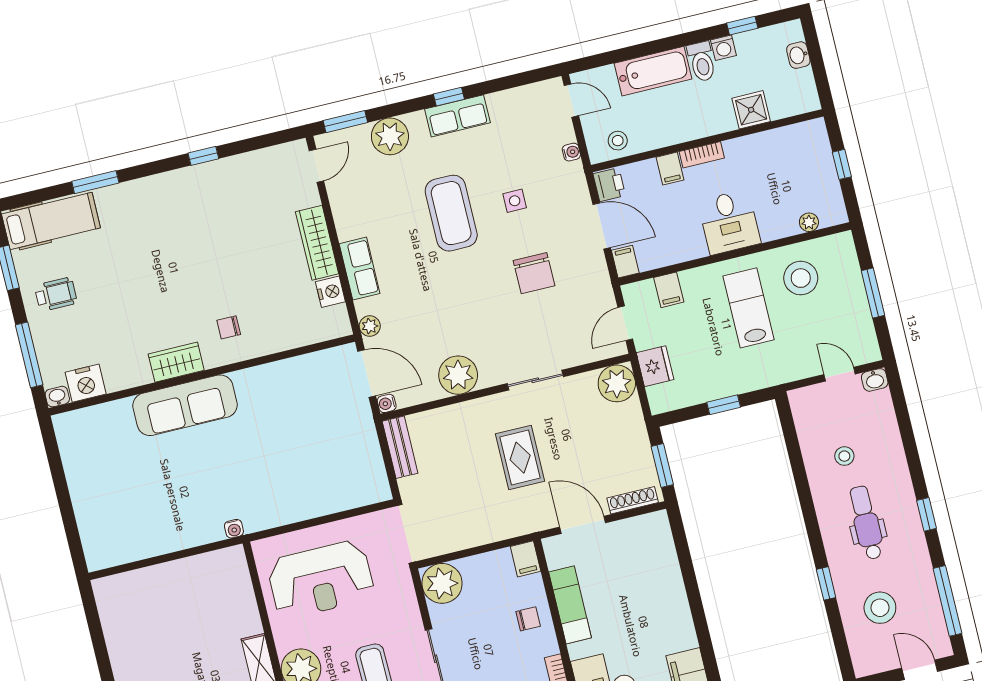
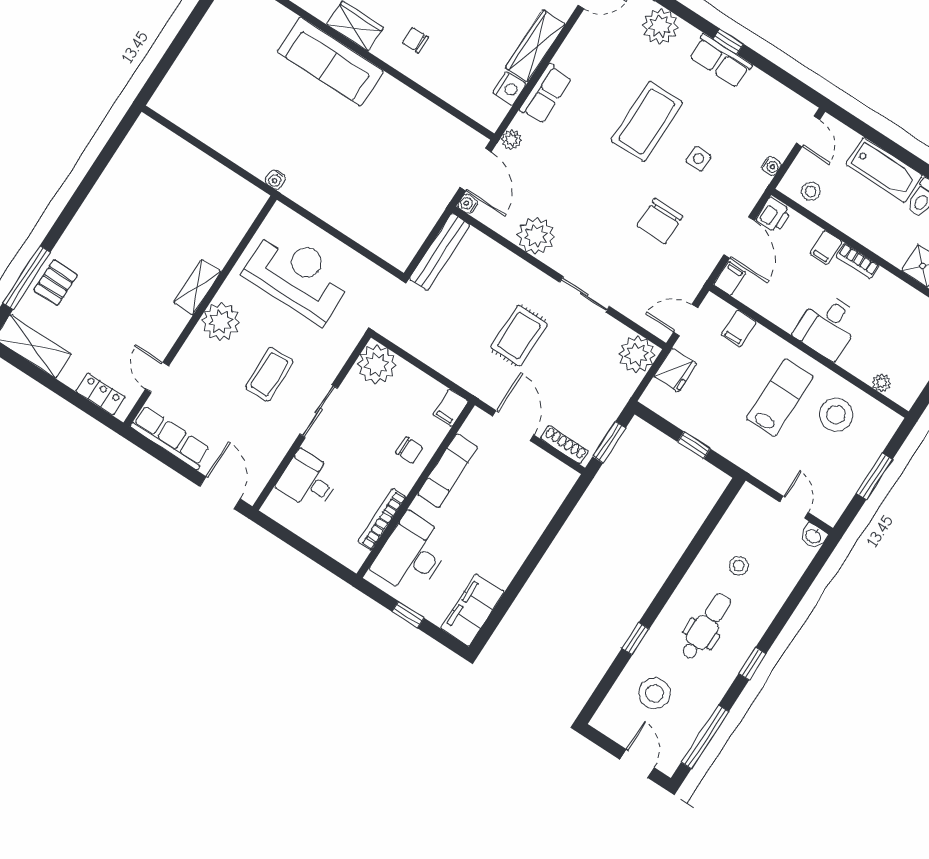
bench: (400, 447) -> (440, 252), width x1.36
reception desk: (321, 579) -> (298, 276), turned 180

